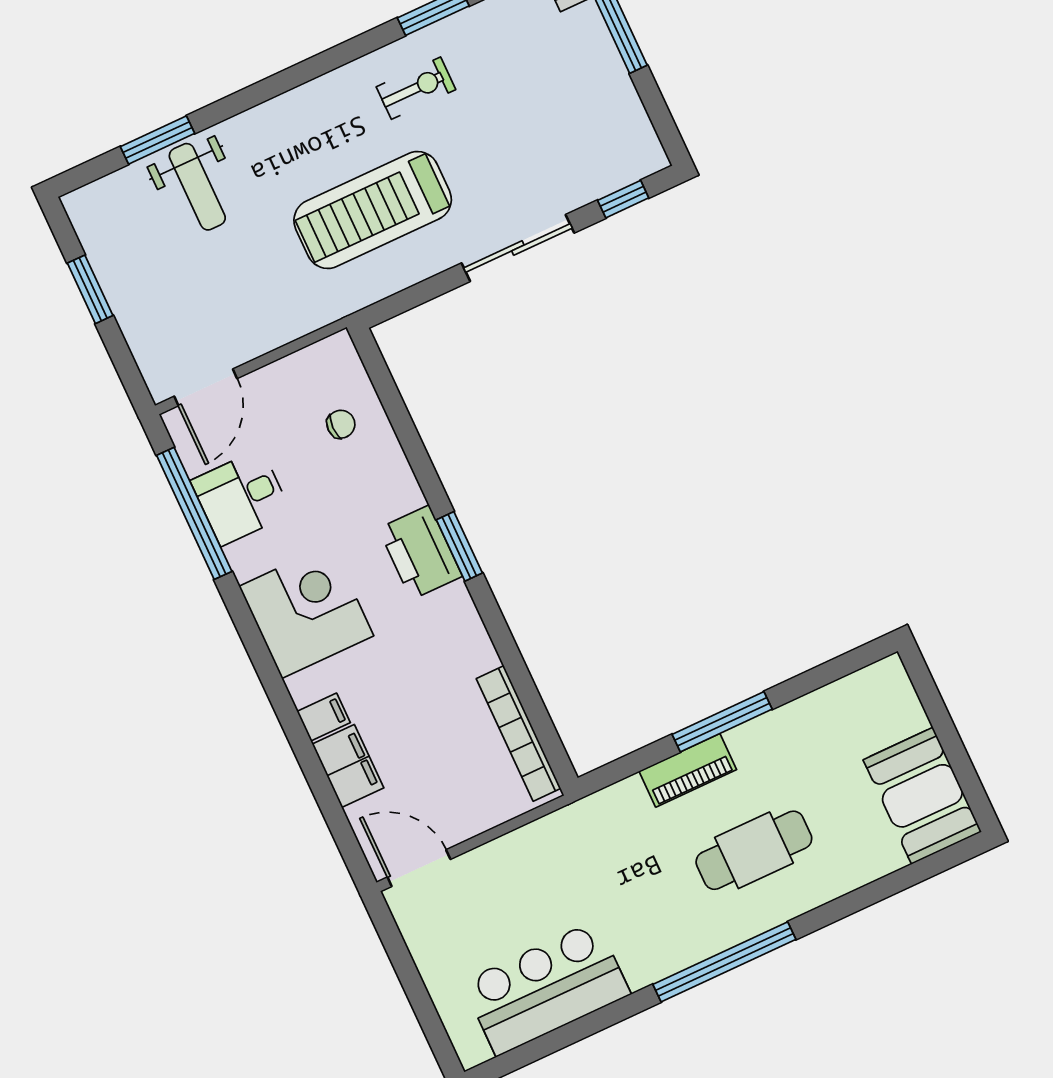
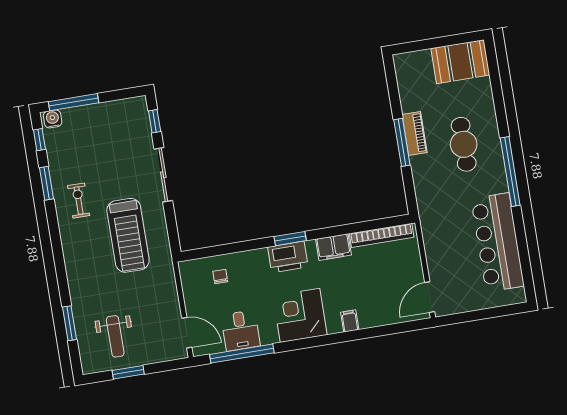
weight bench: (197, 187) -> (115, 336), moved, turned 90
filing cabinet: (348, 766) -> (333, 247), moved, turned 180
piano: (688, 770) -> (414, 133), moved
bar counter: (546, 988) -> (498, 242), width x1.36

